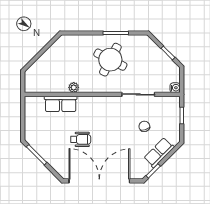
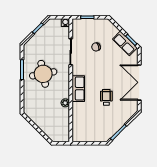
round table: (110, 60) -> (43, 74), turned -38
row of seats: (61, 104) -> (78, 89), moved
row of seats: (159, 153) -> (125, 43), moved
double door: (99, 181) -> (139, 82), width x0.73

